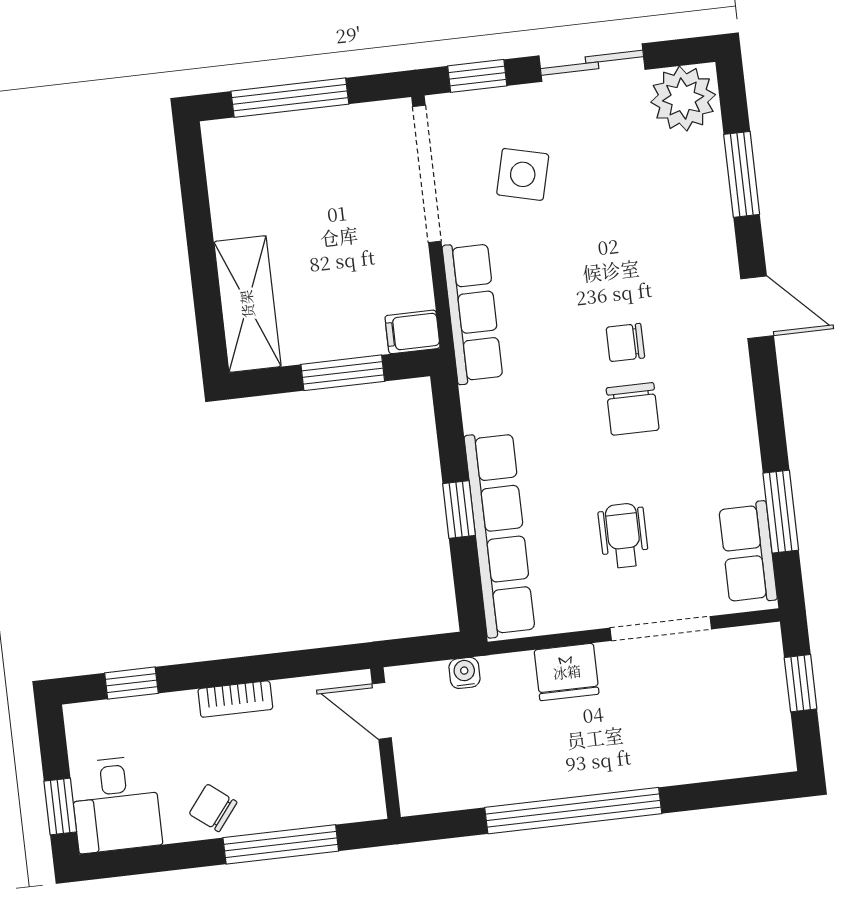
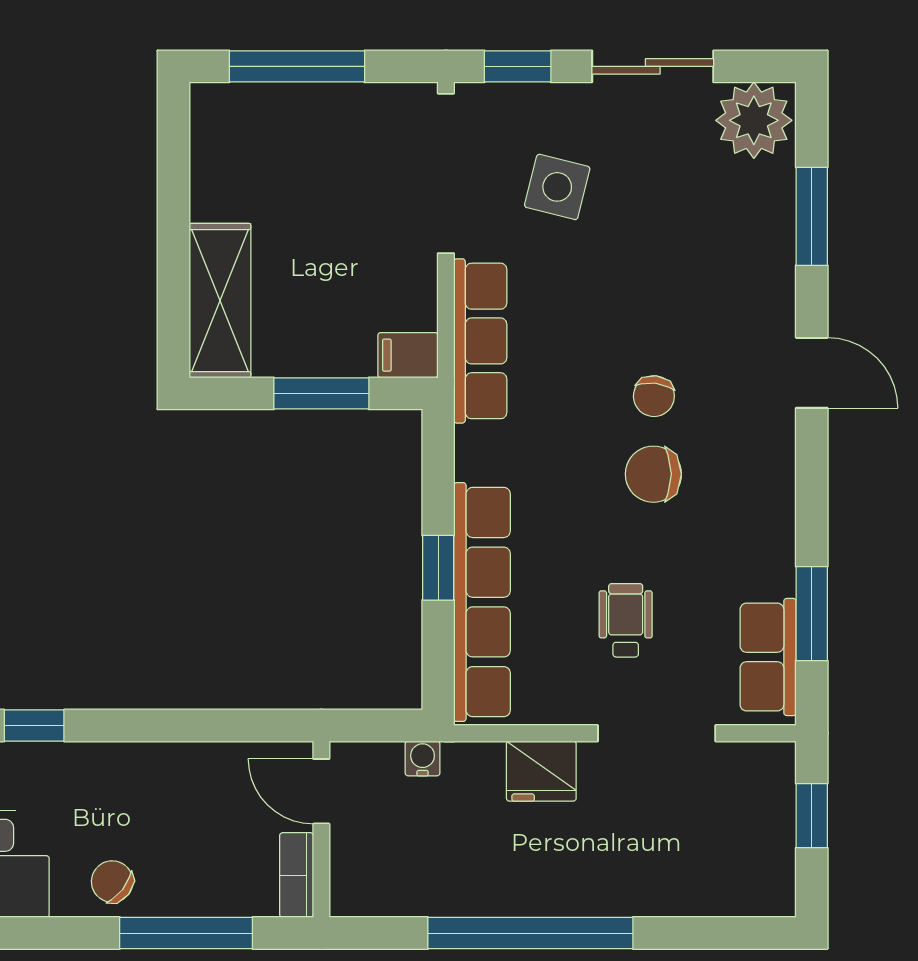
chair: (625, 343) -> (654, 396), turned -83
chair: (633, 409) -> (653, 474), turned 90
bookcase: (235, 699) -> (297, 875), moved, turned 90

